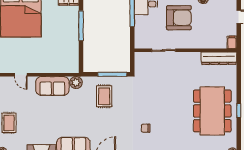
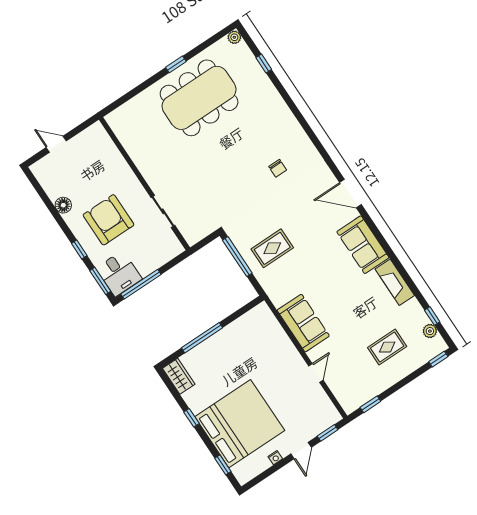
filing cabinet: (232, 42) -> (95, 131), removed
dresser: (219, 58) -> (126, 134), removed
plant: (76, 83) -> (279, 296), removed

